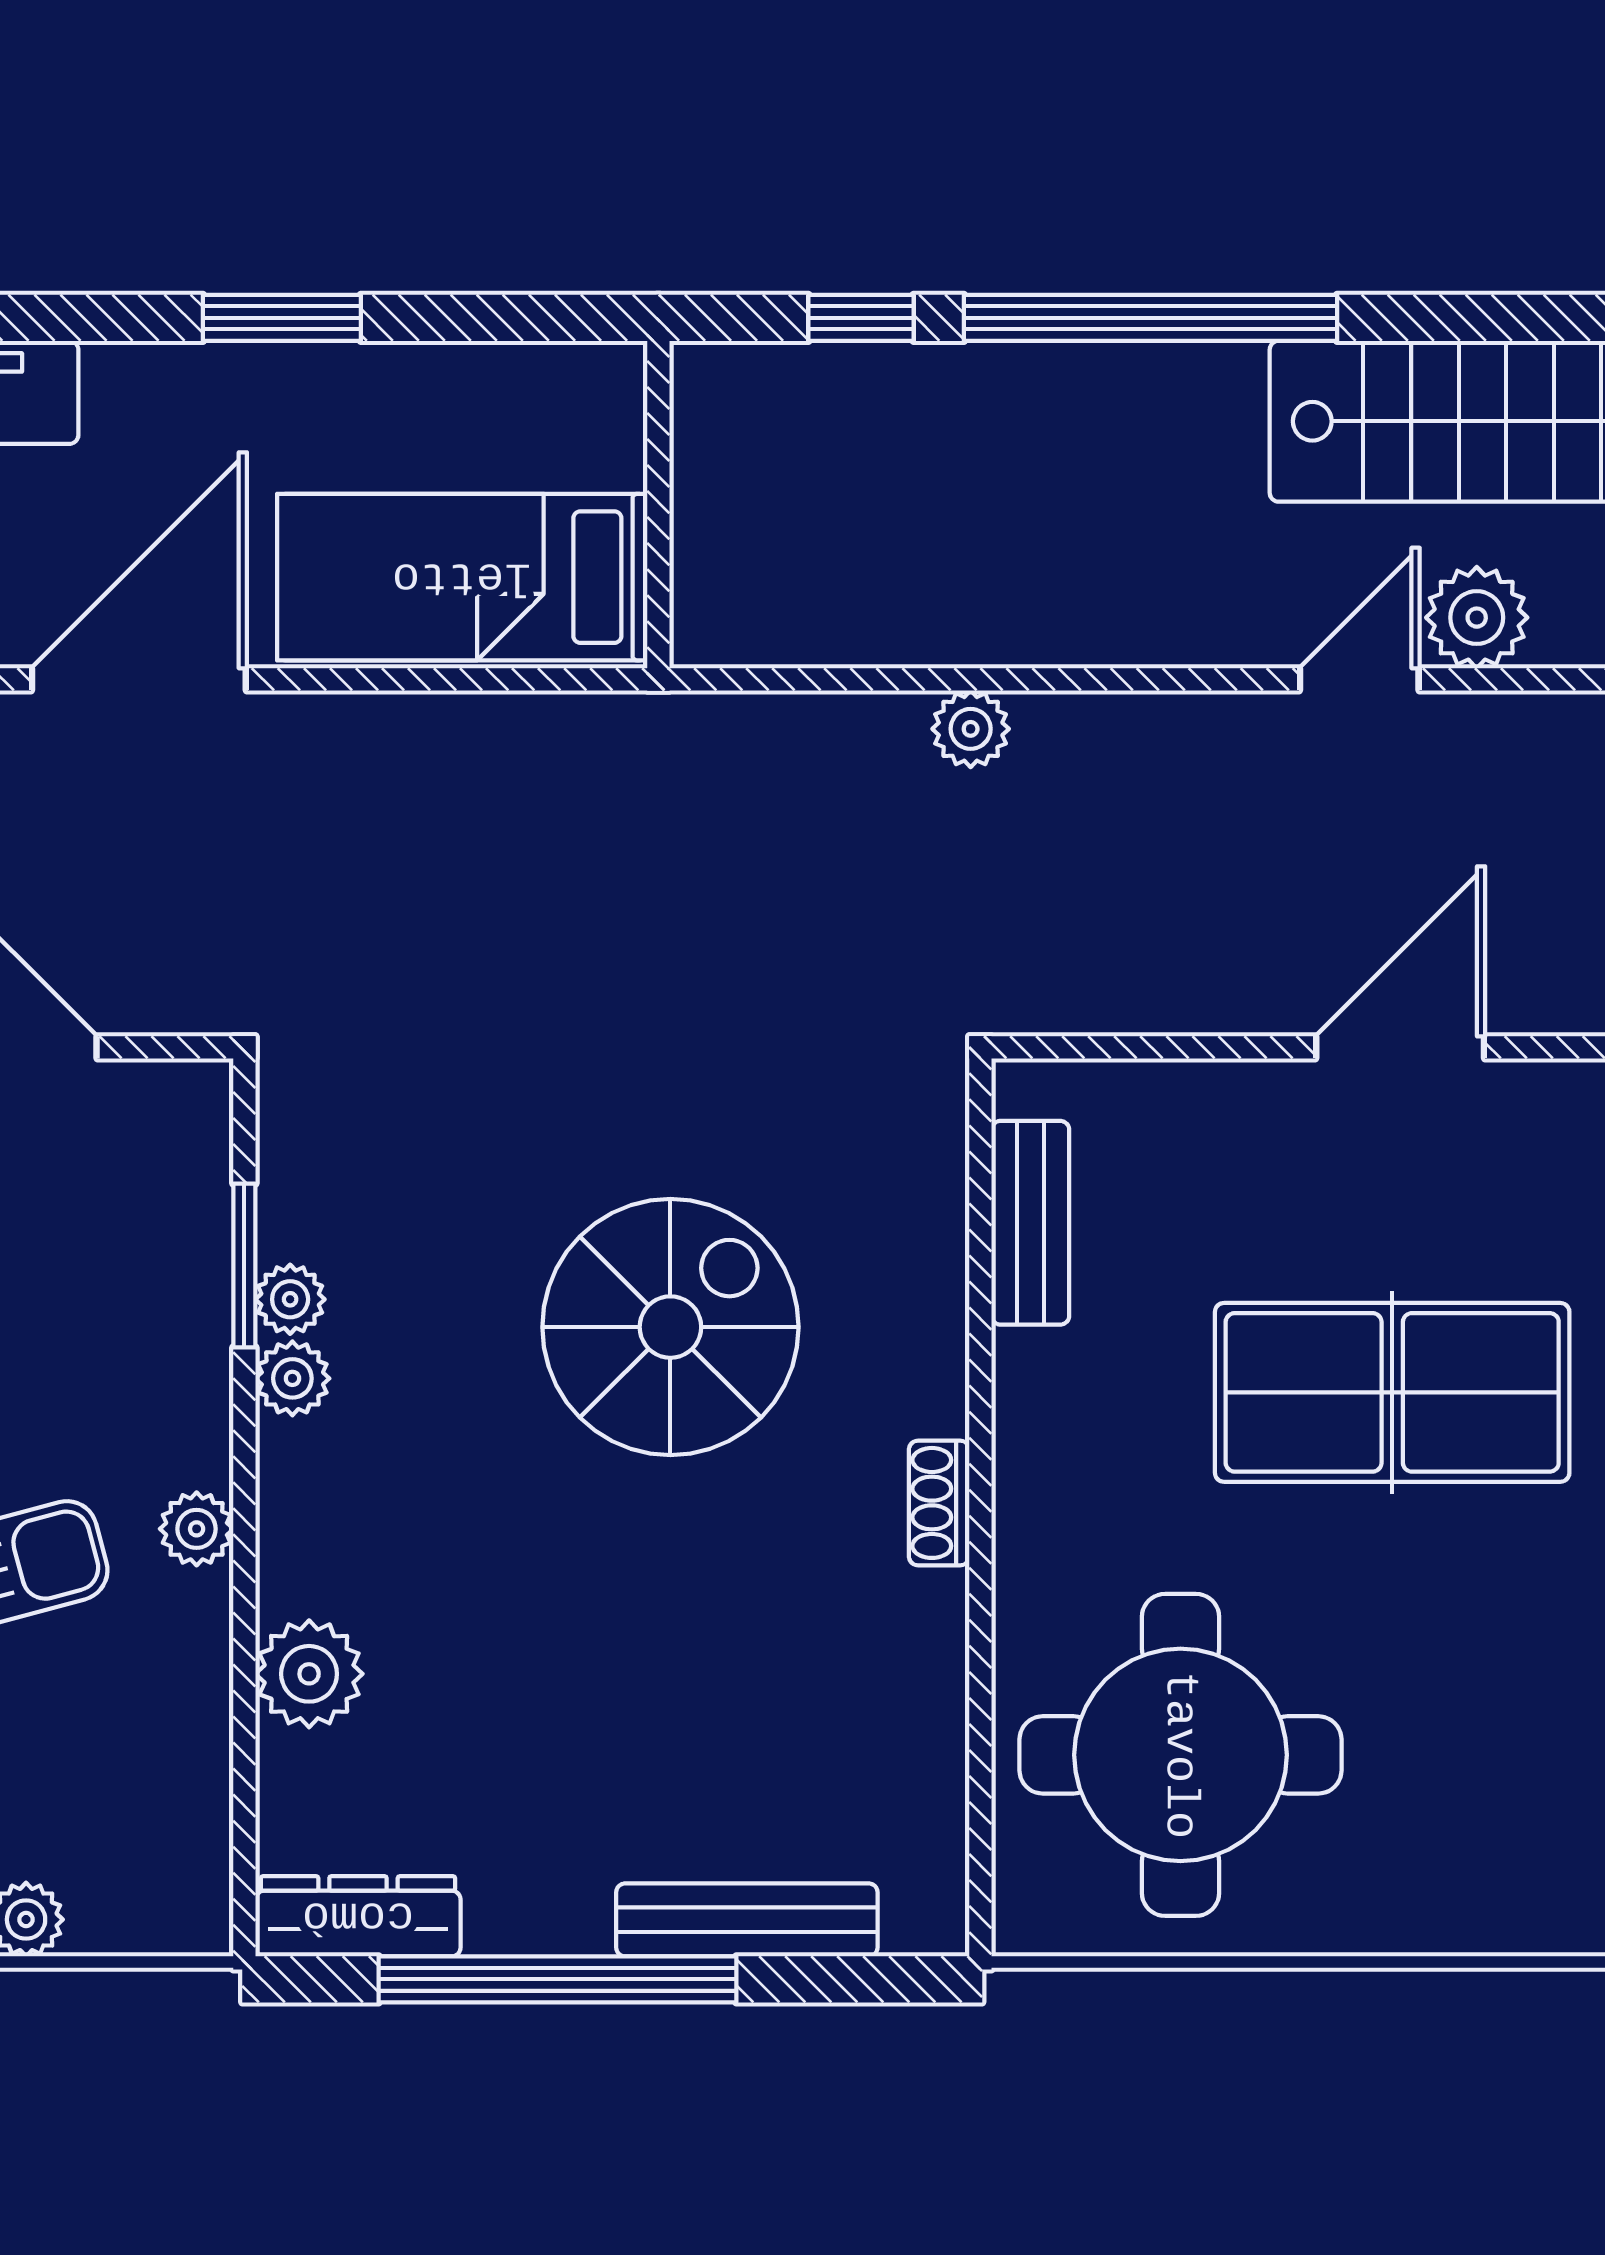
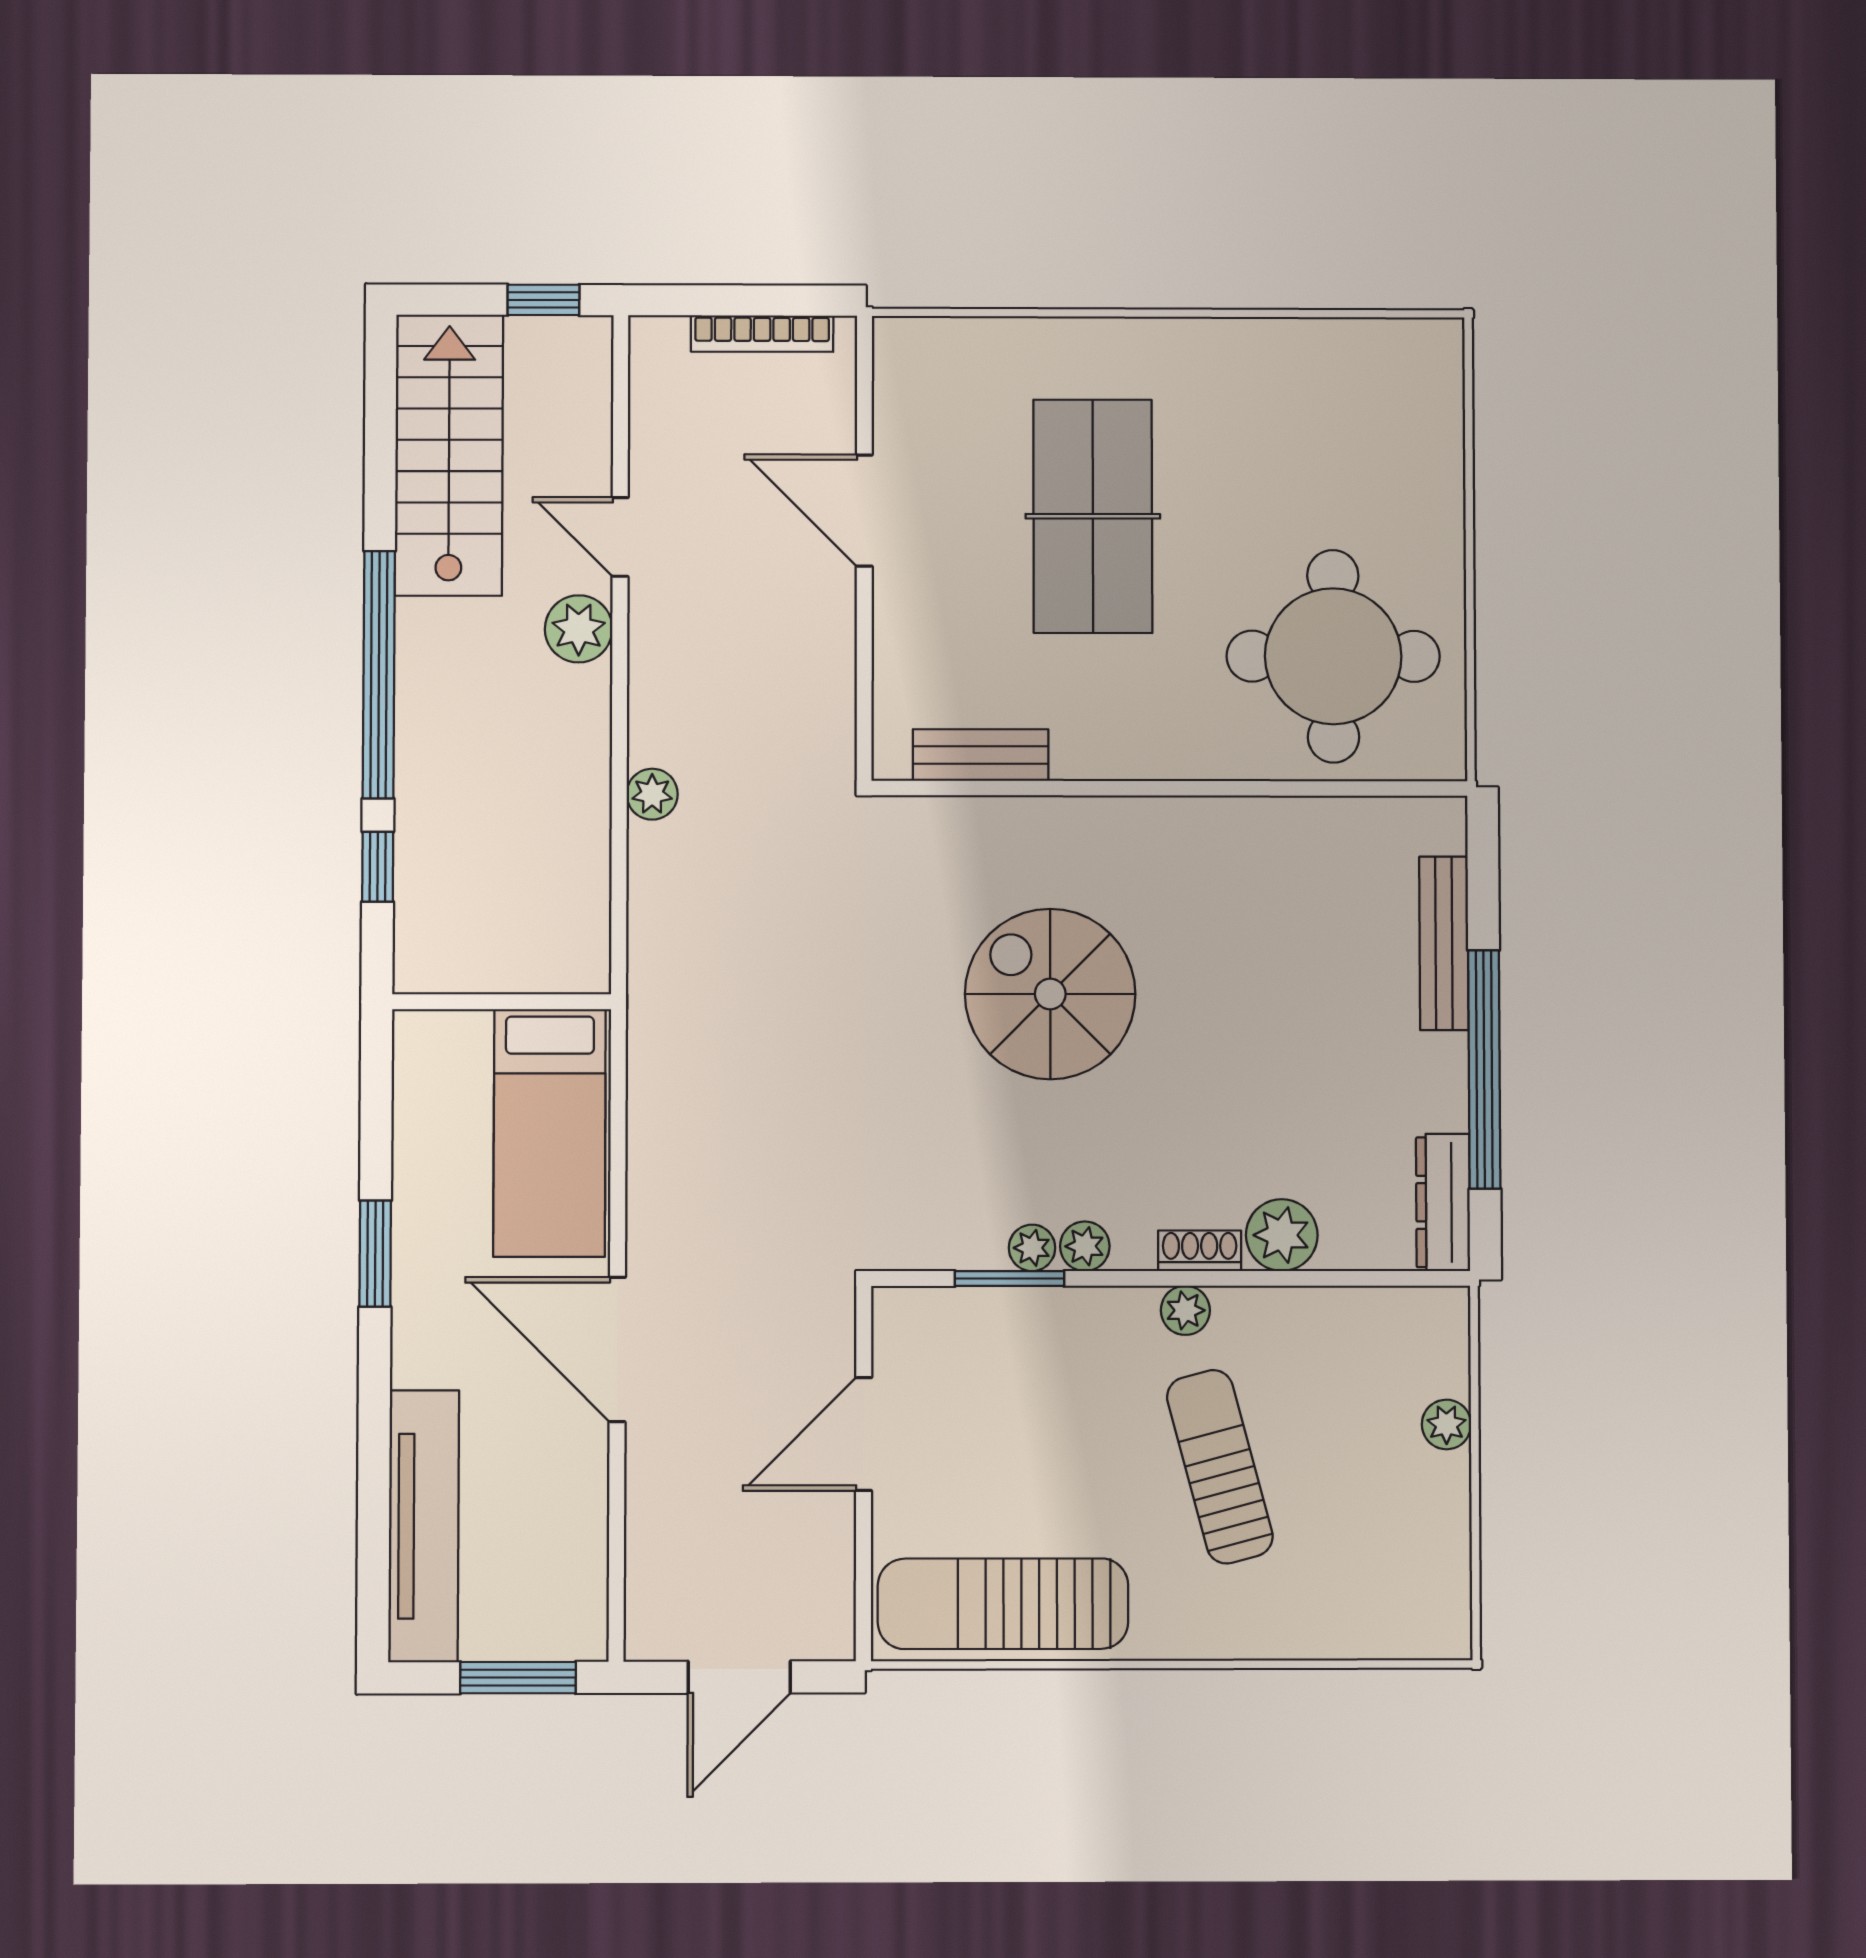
plant: (1477, 618) -> (579, 629), moved
shoe rack: (939, 1503) -> (1200, 1251), moved, turned 180

